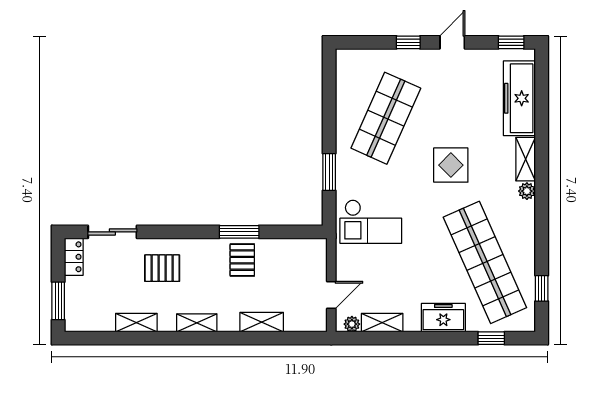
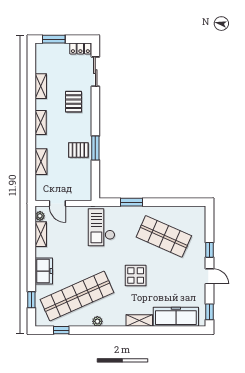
plant: (527, 191) -> (97, 321), moved

